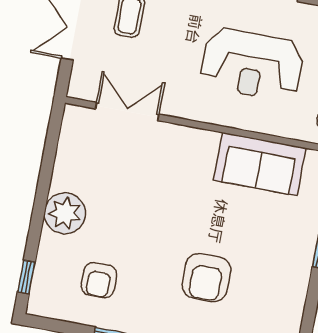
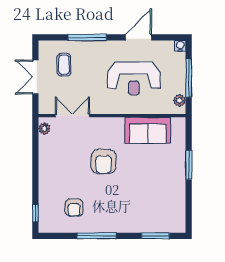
plant: (65, 213) -> (44, 129), moved, width x0.53, depth x0.53
armchair: (206, 278) -> (104, 161), moved

